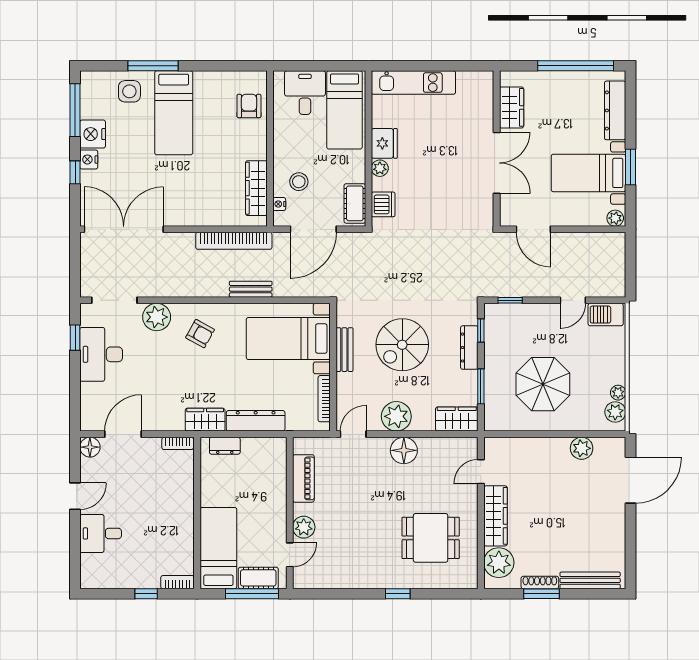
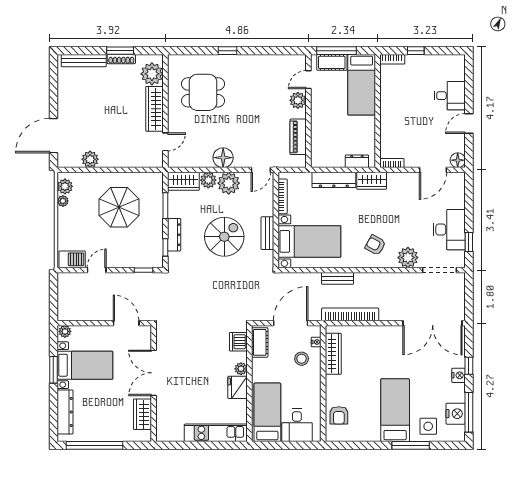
nightstand: (93, 134) -> (456, 414), moved
plant: (423, 421) -> (208, 180), added

